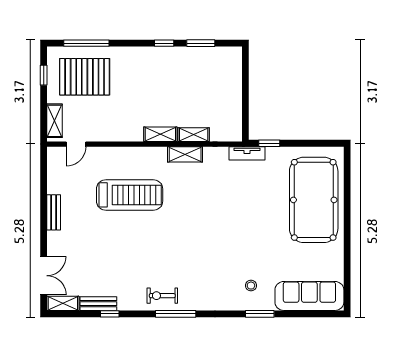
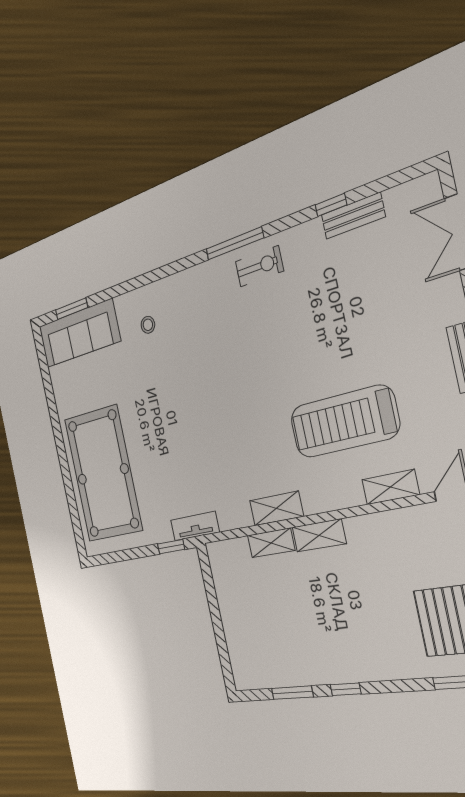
shelving: (63, 303) -> (390, 487), moved
window: (260, 314) -> (72, 309), moved

